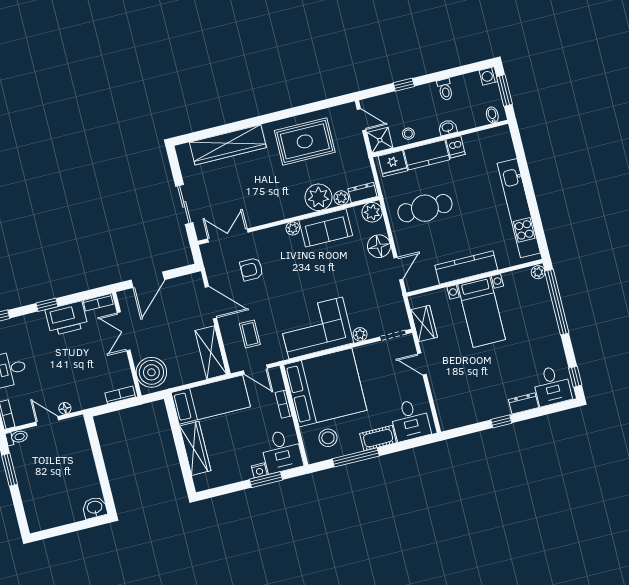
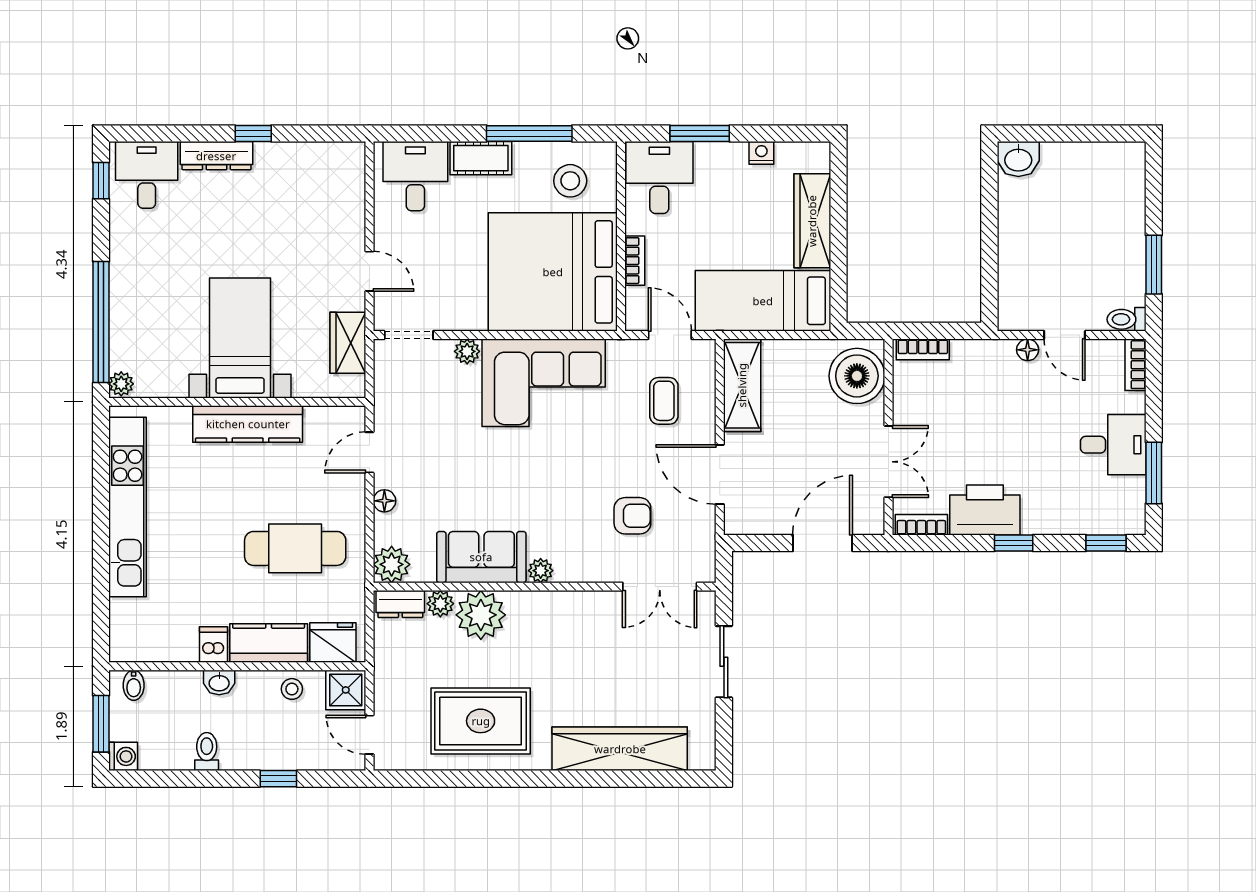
floor lamp: (379, 246) -> (384, 501), width x0.53, depth x0.53
dresser: (524, 403) -> (216, 156), width x1.44
nightstand: (259, 470) -> (761, 153), moved

